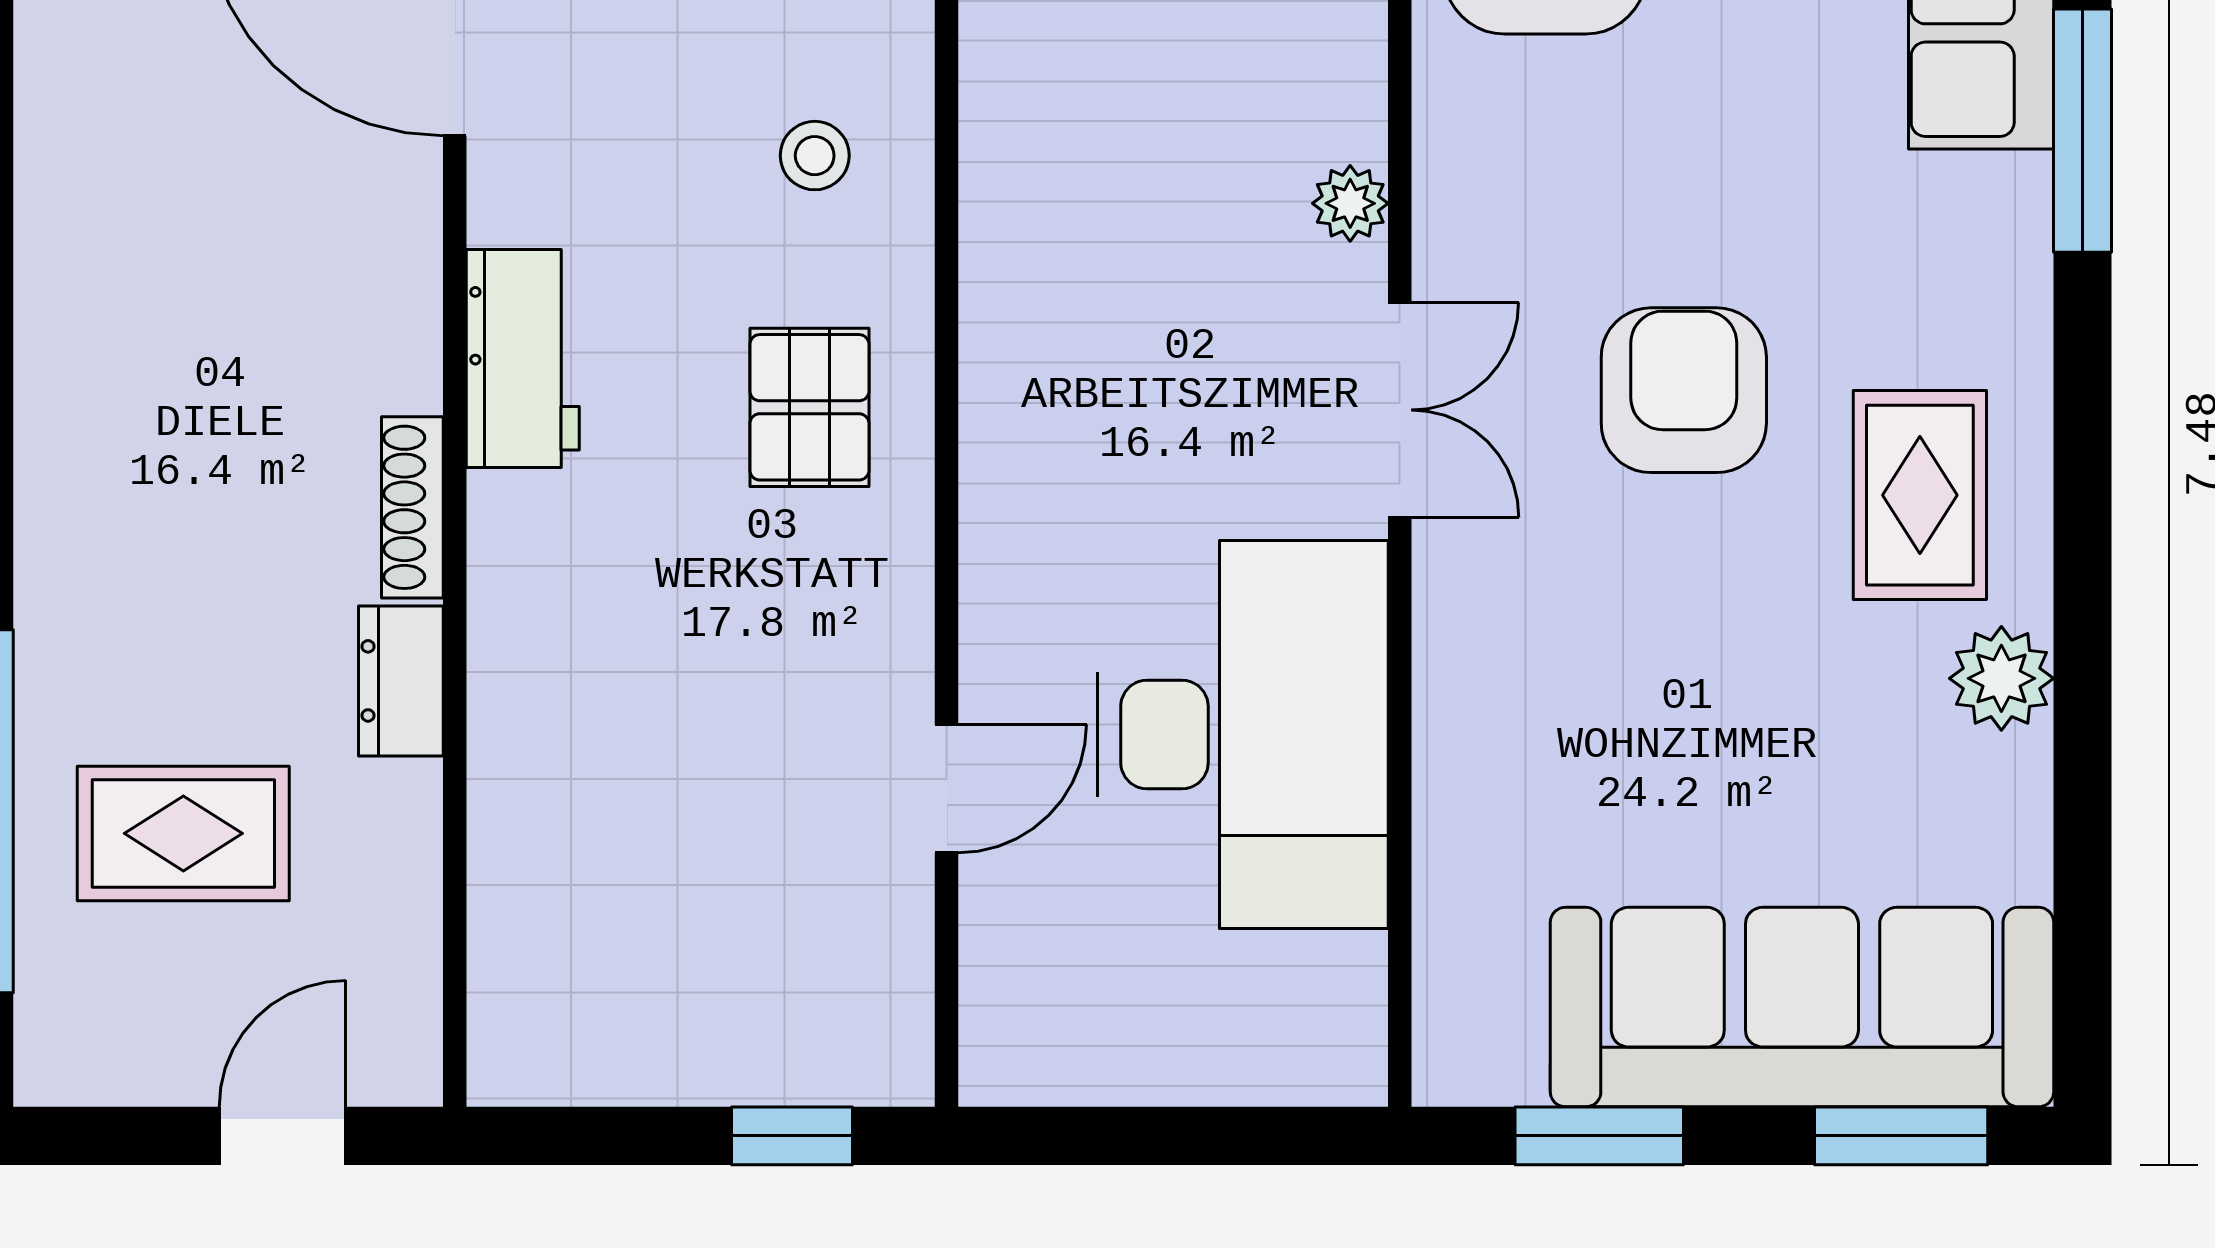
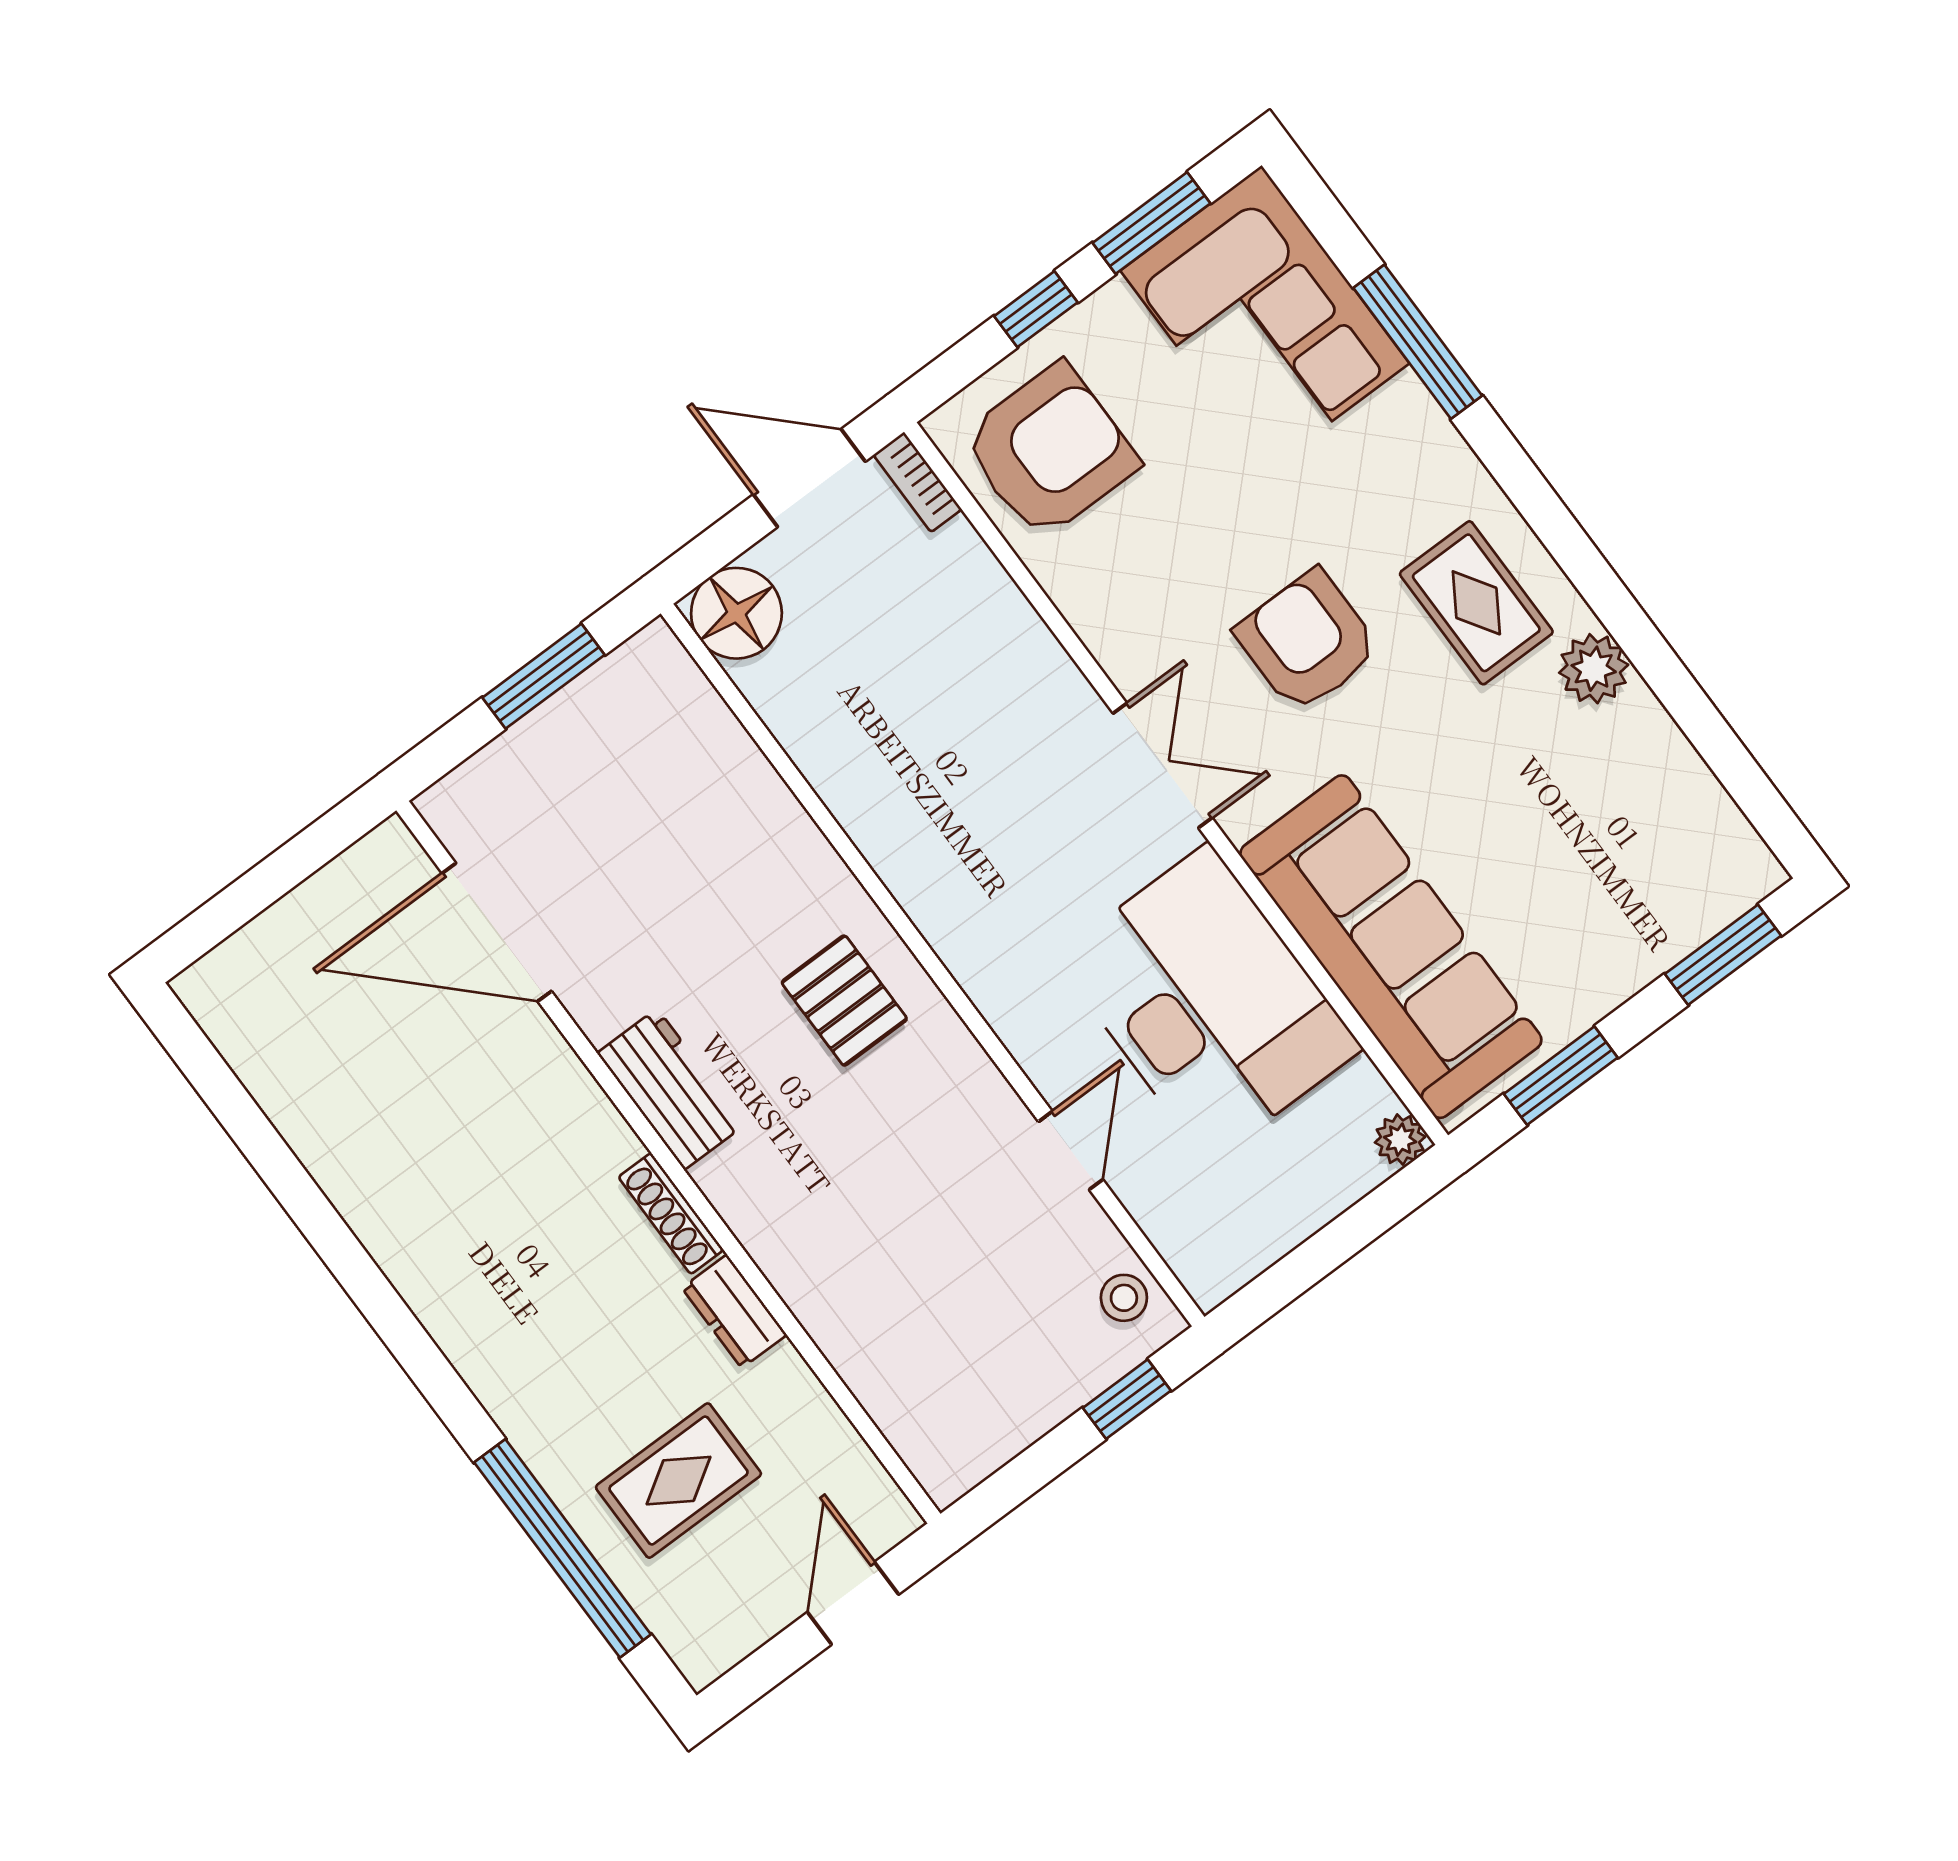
stool: (815, 156) -> (1124, 1298), moved
plant: (1350, 203) -> (1400, 1140), moved
sofa: (1802, 1007) -> (1391, 947), moved, turned 90

